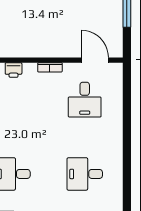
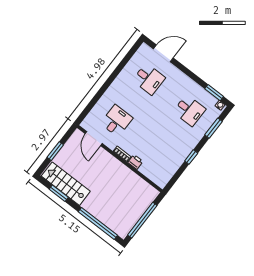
printer: (14, 70) -> (135, 162), moved

